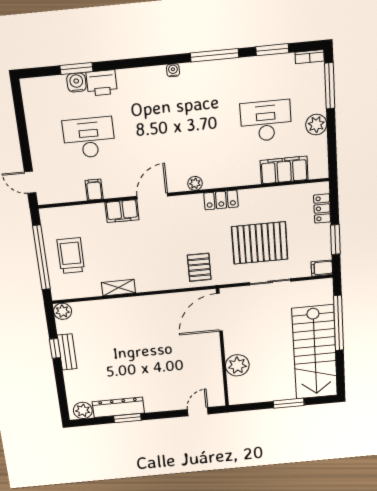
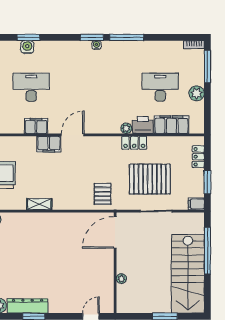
window: (272, 50) -> (92, 37), moved
printer: (102, 83) -> (143, 125), moved, turned 180
plant: (195, 183) -> (126, 128), moved
filing cabinet: (94, 190) -> (36, 126), width x2.00
locker: (221, 200) -> (134, 143), moved
plant: (237, 365) -> (121, 279), width x0.53, depth x0.53

